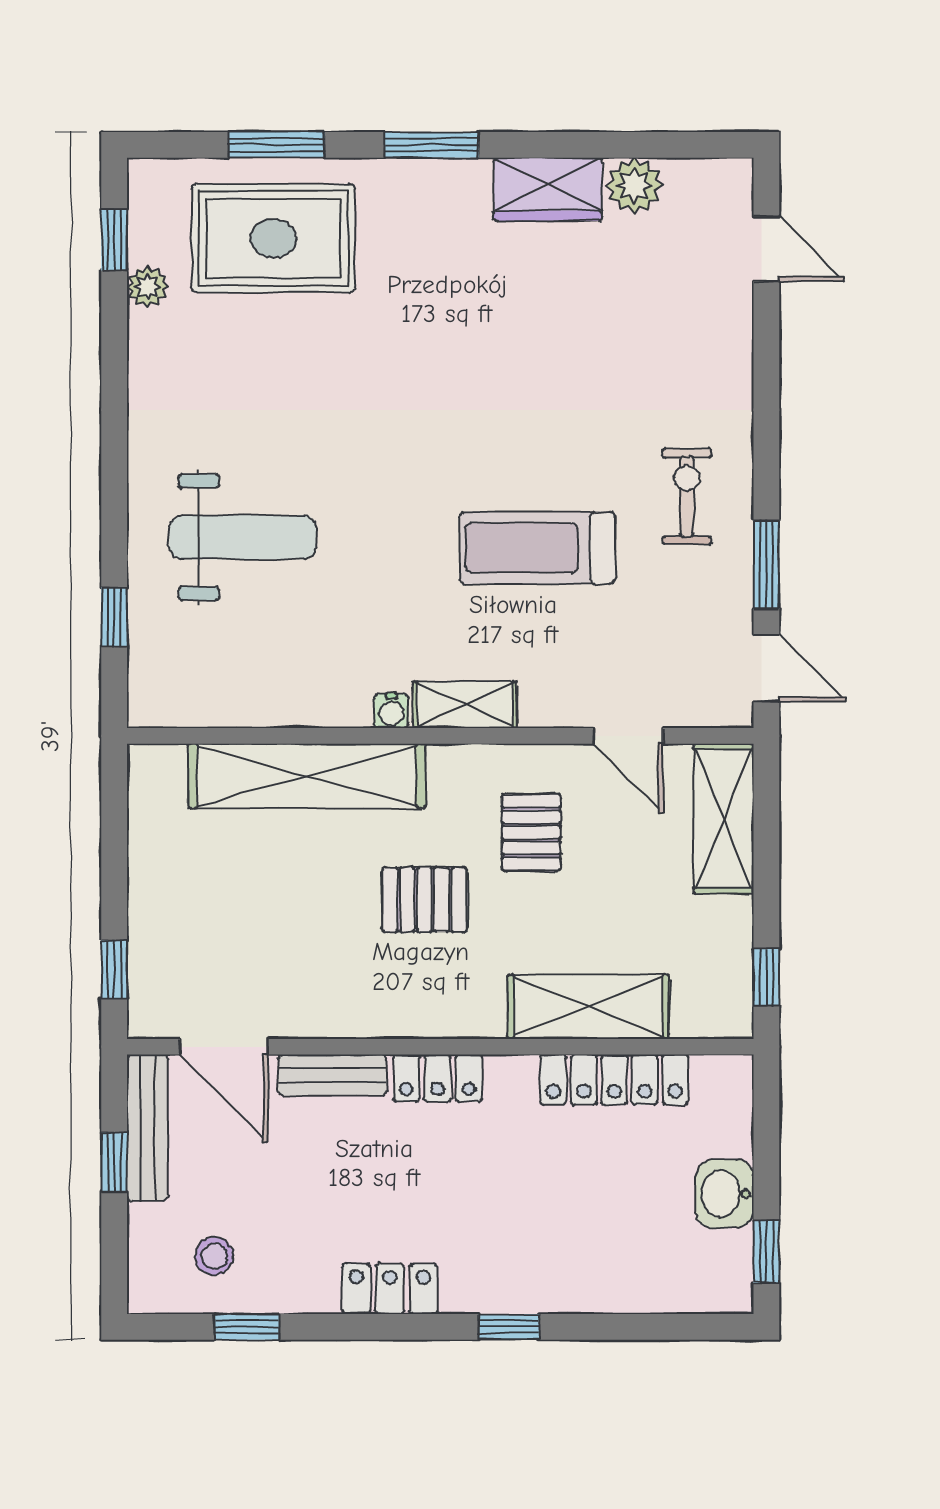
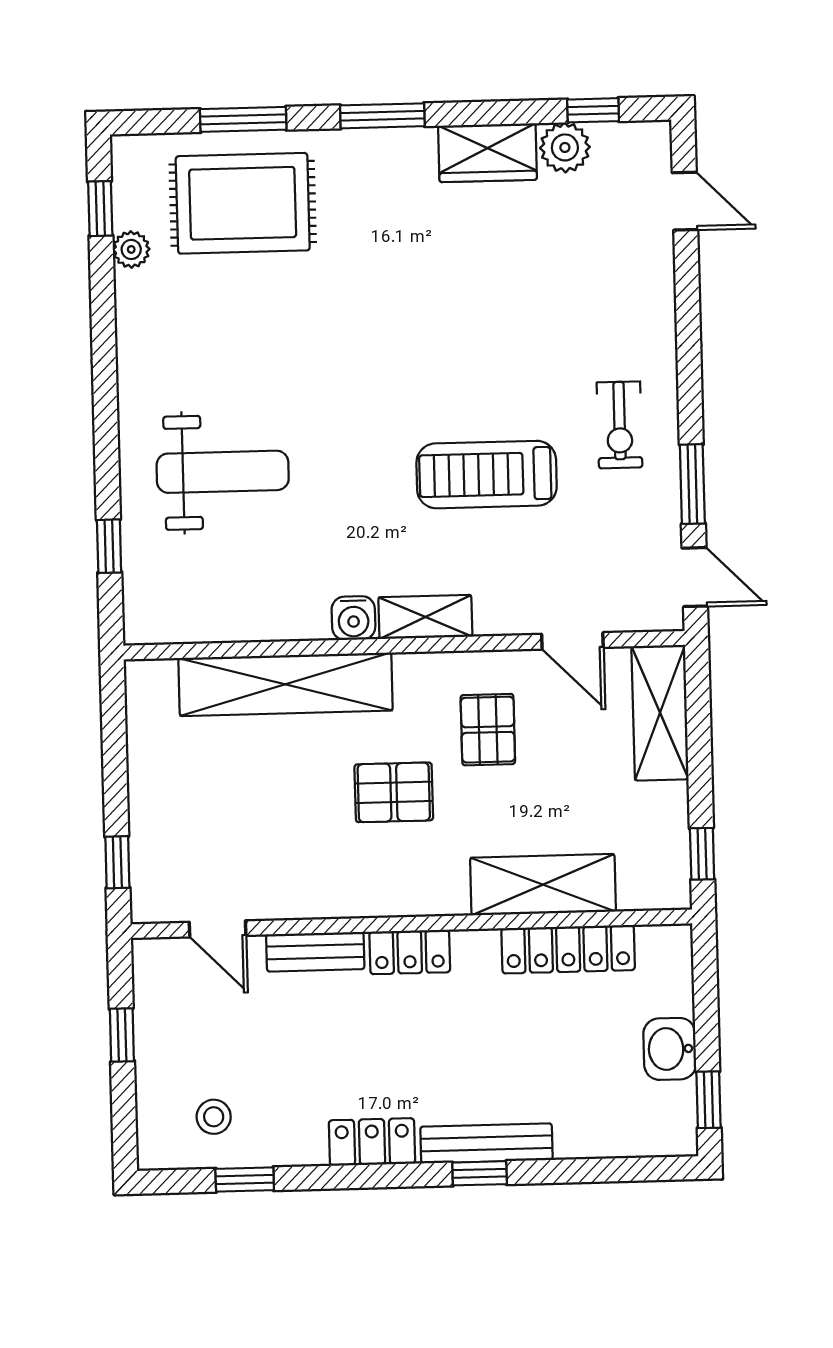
window: (667, 145) -> (593, 110), added
exercise bike: (687, 496) -> (620, 425), turned 180
water cooler: (391, 711) -> (353, 618), width x1.38, depth x1.38
door: (224, 1047) -> (218, 929), width x0.73
bench: (147, 1128) -> (486, 1143), moved, turned 90

